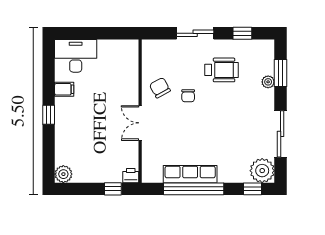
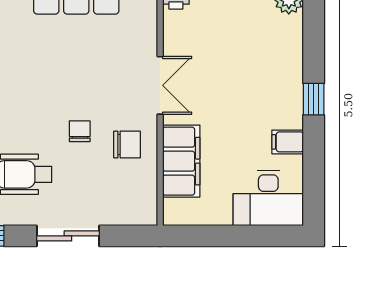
filing cabinet: (128, 78) -> (181, 161), added
chair: (160, 88) -> (127, 144), turned -61

